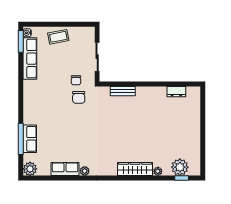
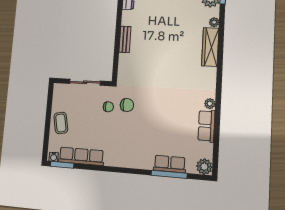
bench: (123, 91) -> (125, 39), moved

